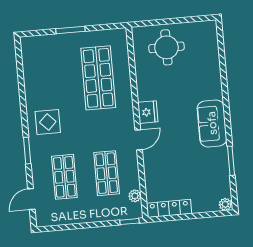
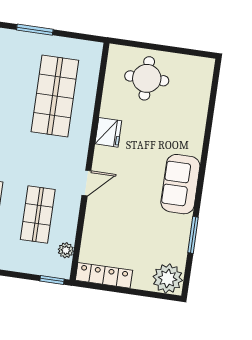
fridge: (148, 112) -> (108, 132), moved
plant: (225, 204) -> (168, 278), width x1.88, depth x1.88

